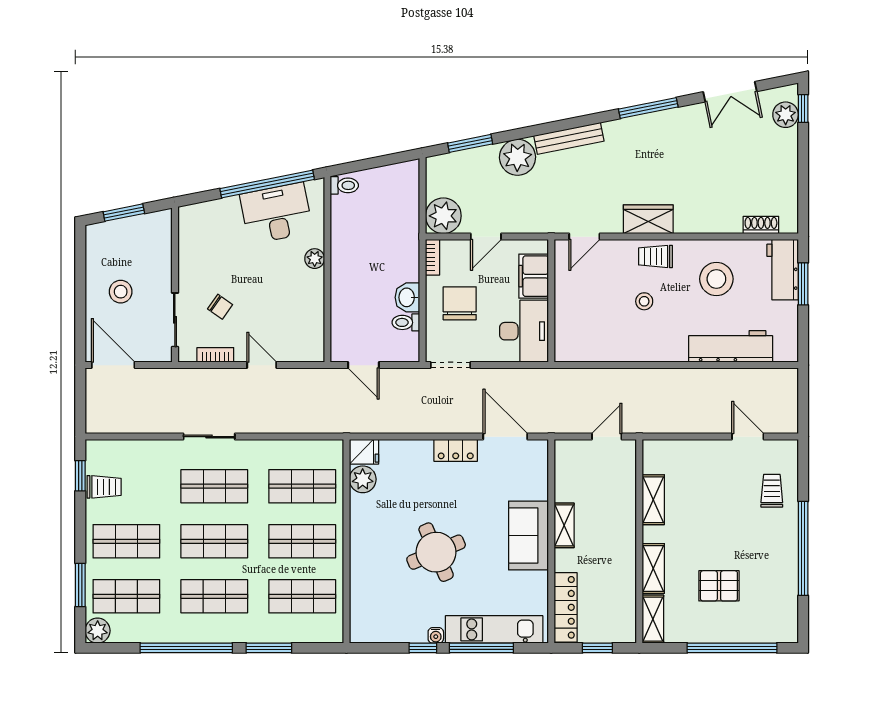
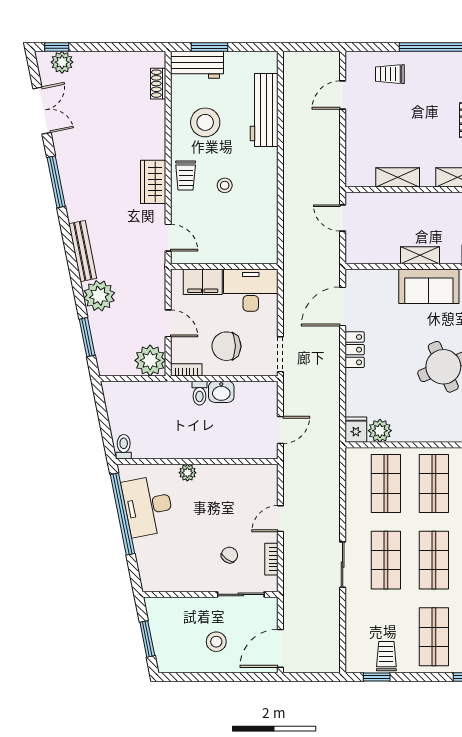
toilet: (406, 322) -> (199, 393), moved

